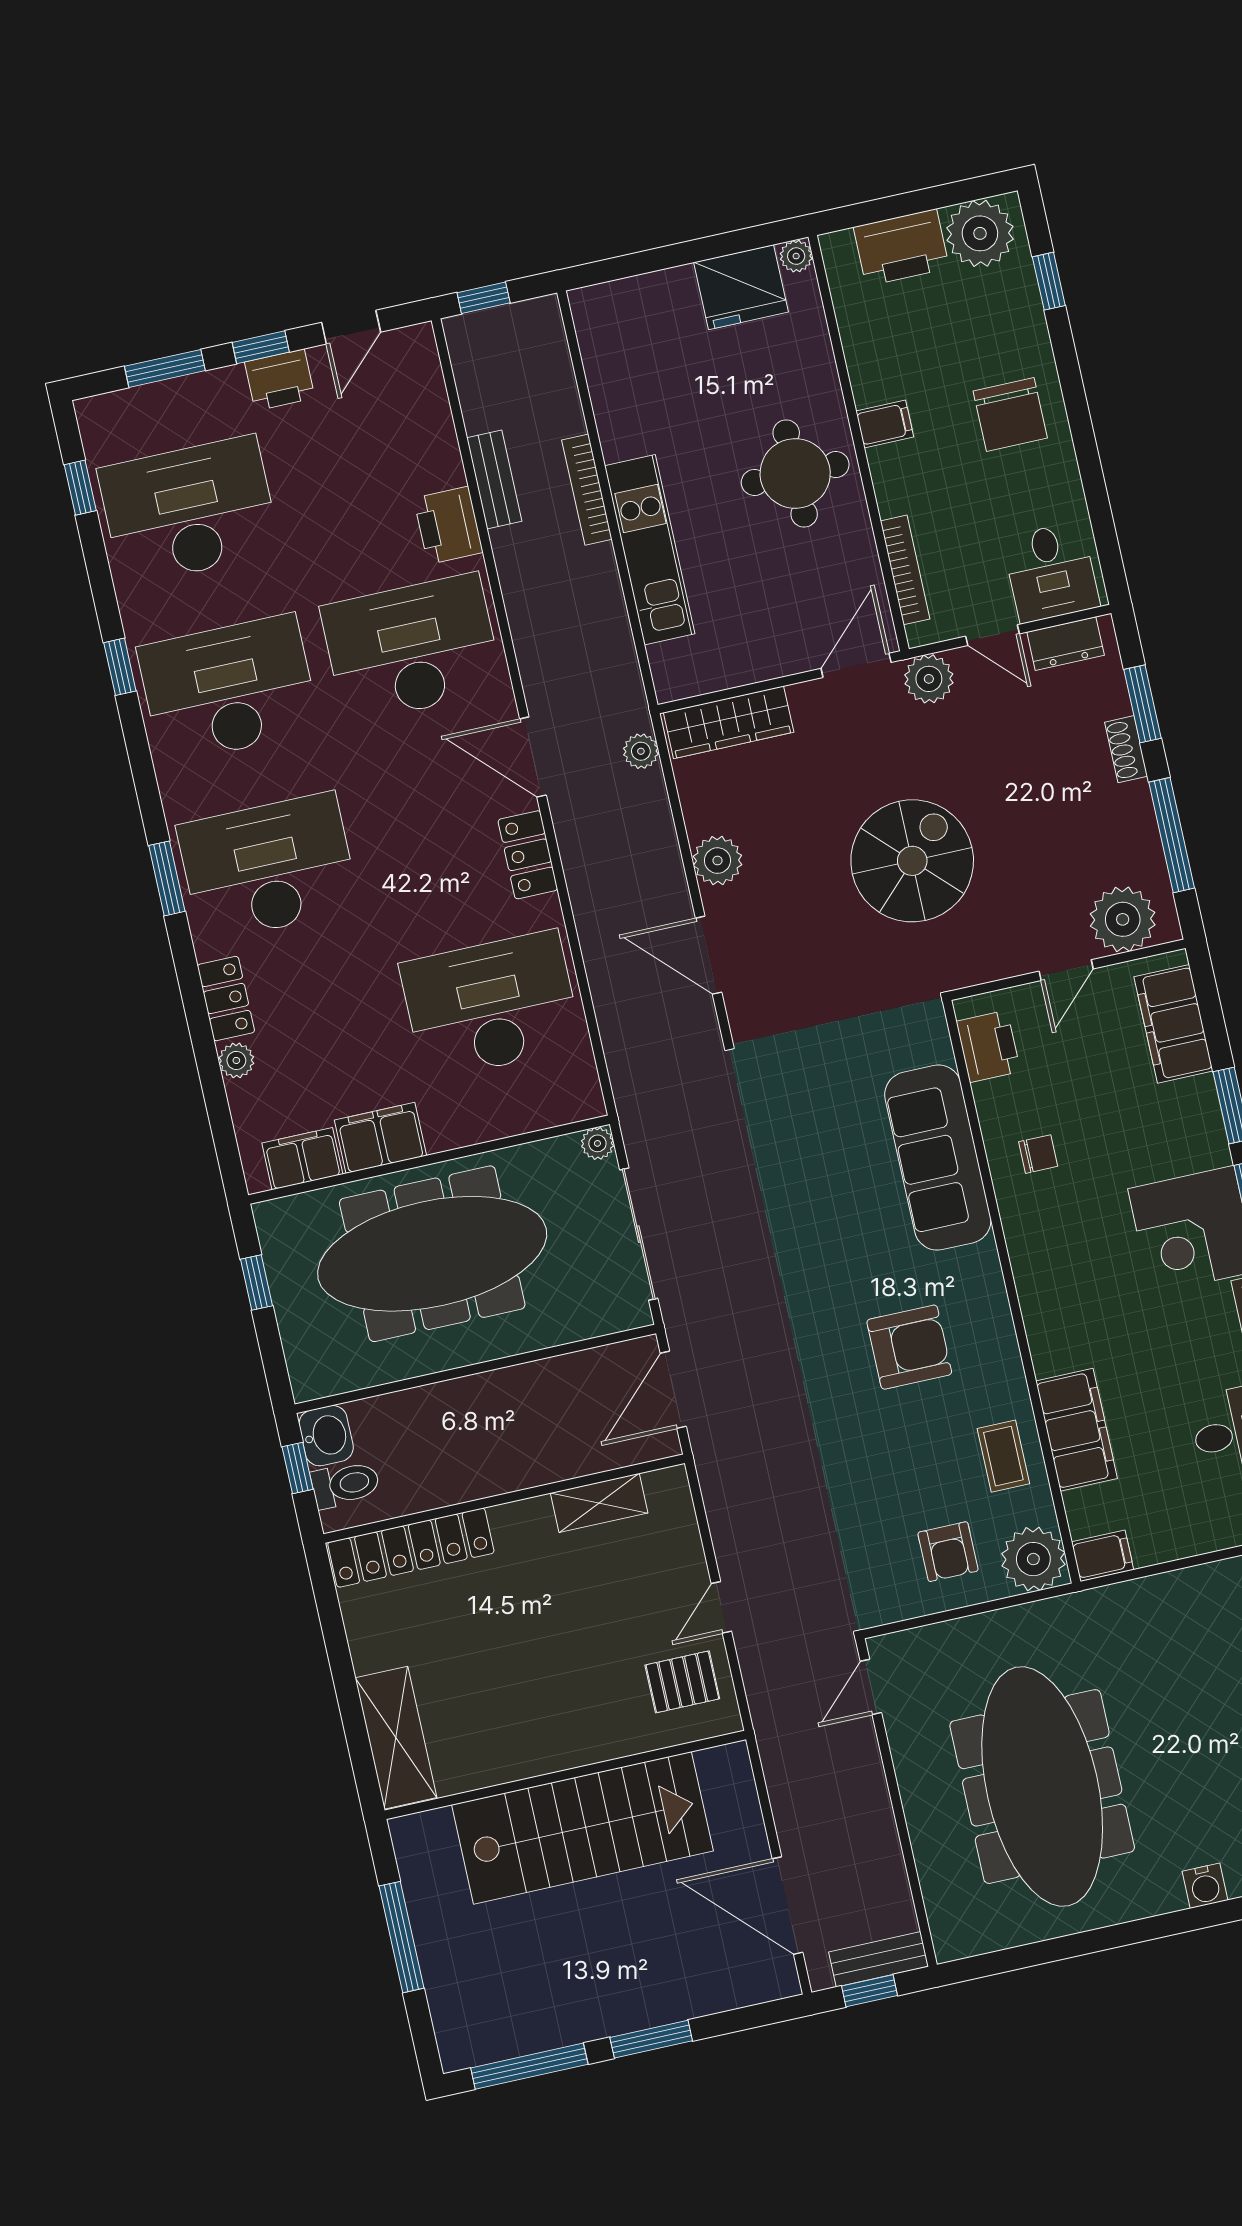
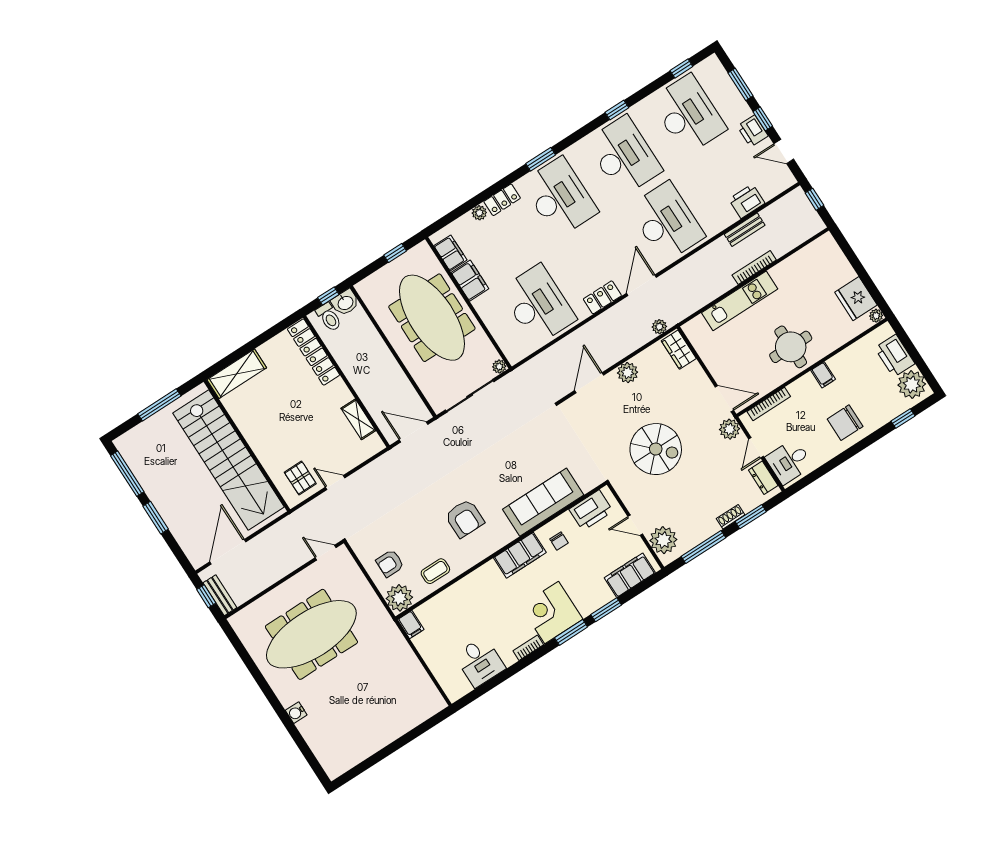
printer: (448, 525) -> (747, 201), moved
wardrobe: (729, 722) -> (679, 350), width x0.67
printer: (988, 1046) -> (591, 510), width x1.37, depth x1.19
filing cabinet: (1077, 1430) -> (520, 555), moved
stairs: (582, 1828) -> (229, 460), width x1.36

